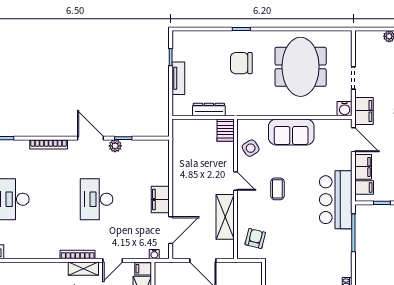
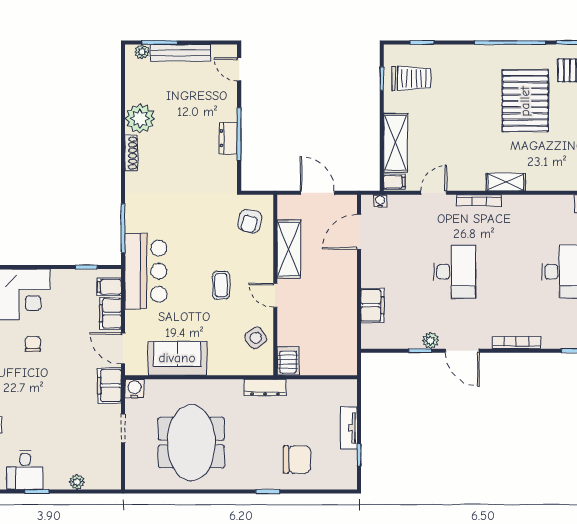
chair: (241, 63) -> (297, 459), moved
dresser: (209, 110) -> (265, 387), moved
sofa: (291, 132) -> (177, 358), moved
filing cabinet: (160, 200) -> (372, 305), moved
shelving: (83, 269) -> (506, 182), moved

